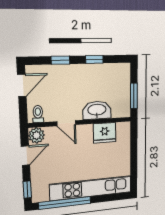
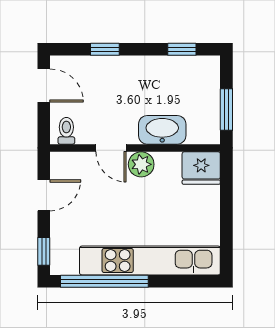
window: (94, 59) -> (182, 49), moved
door: (22, 85) -> (44, 85), hinge flipped
fridge: (105, 133) -> (201, 168), moved
plant: (37, 135) -> (141, 164), moved

